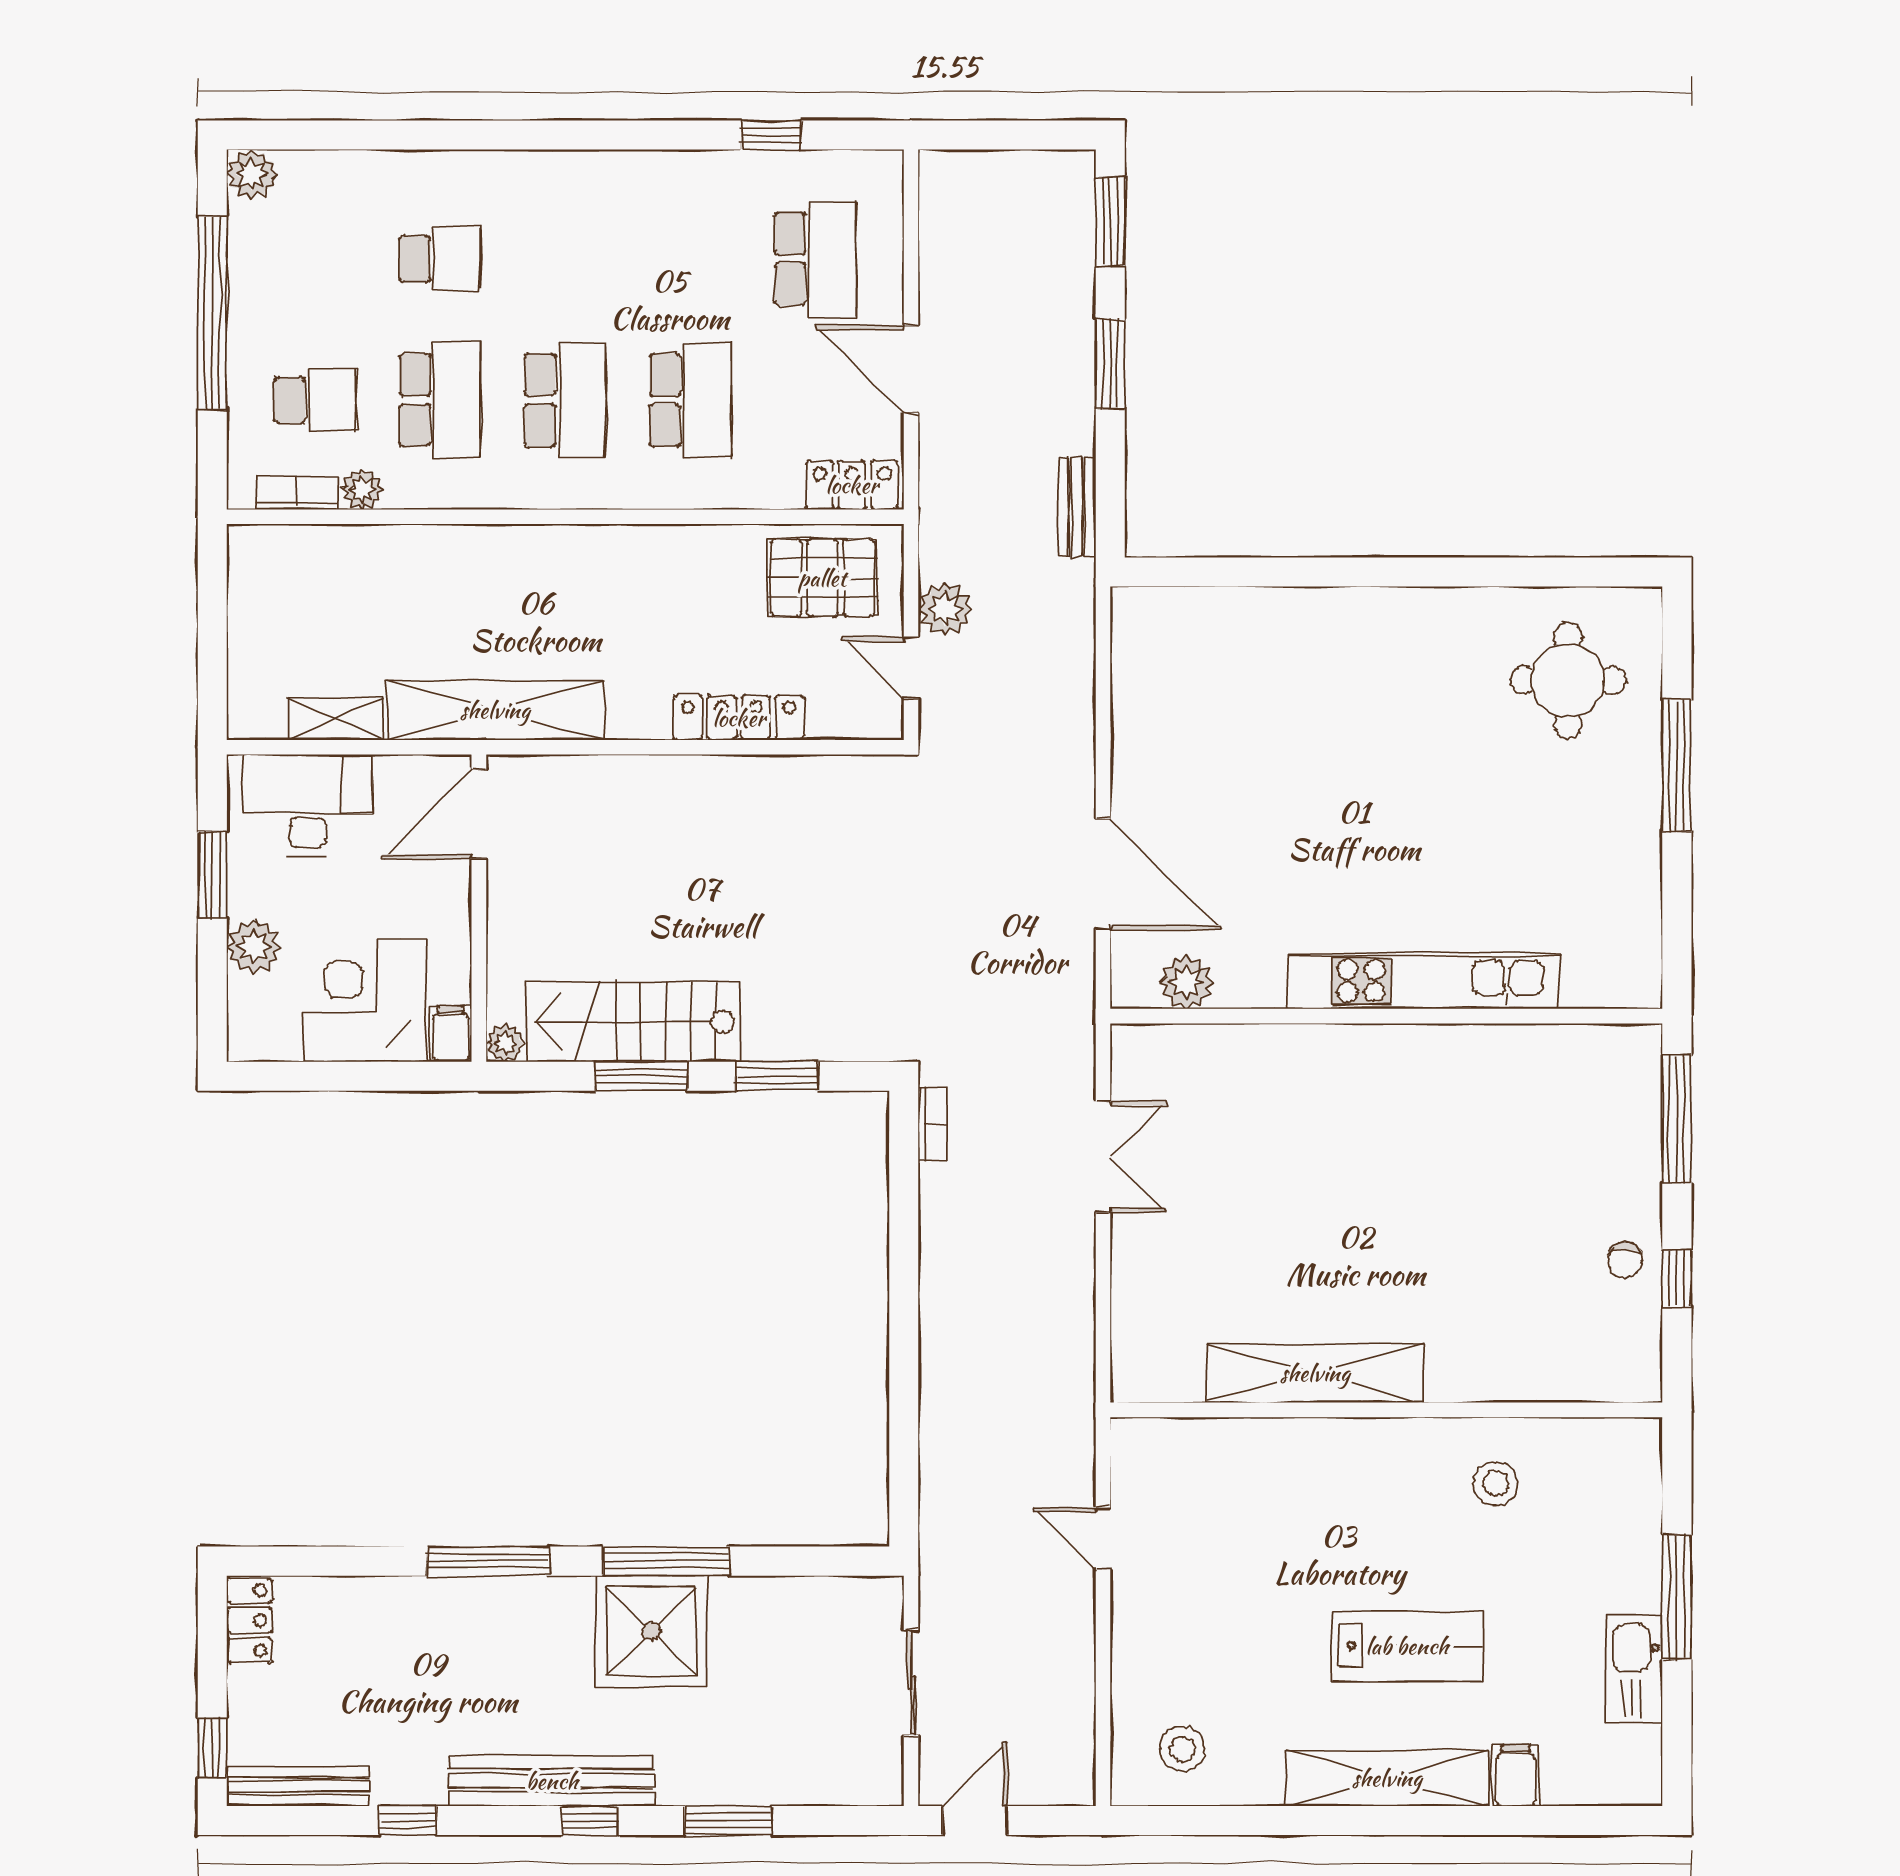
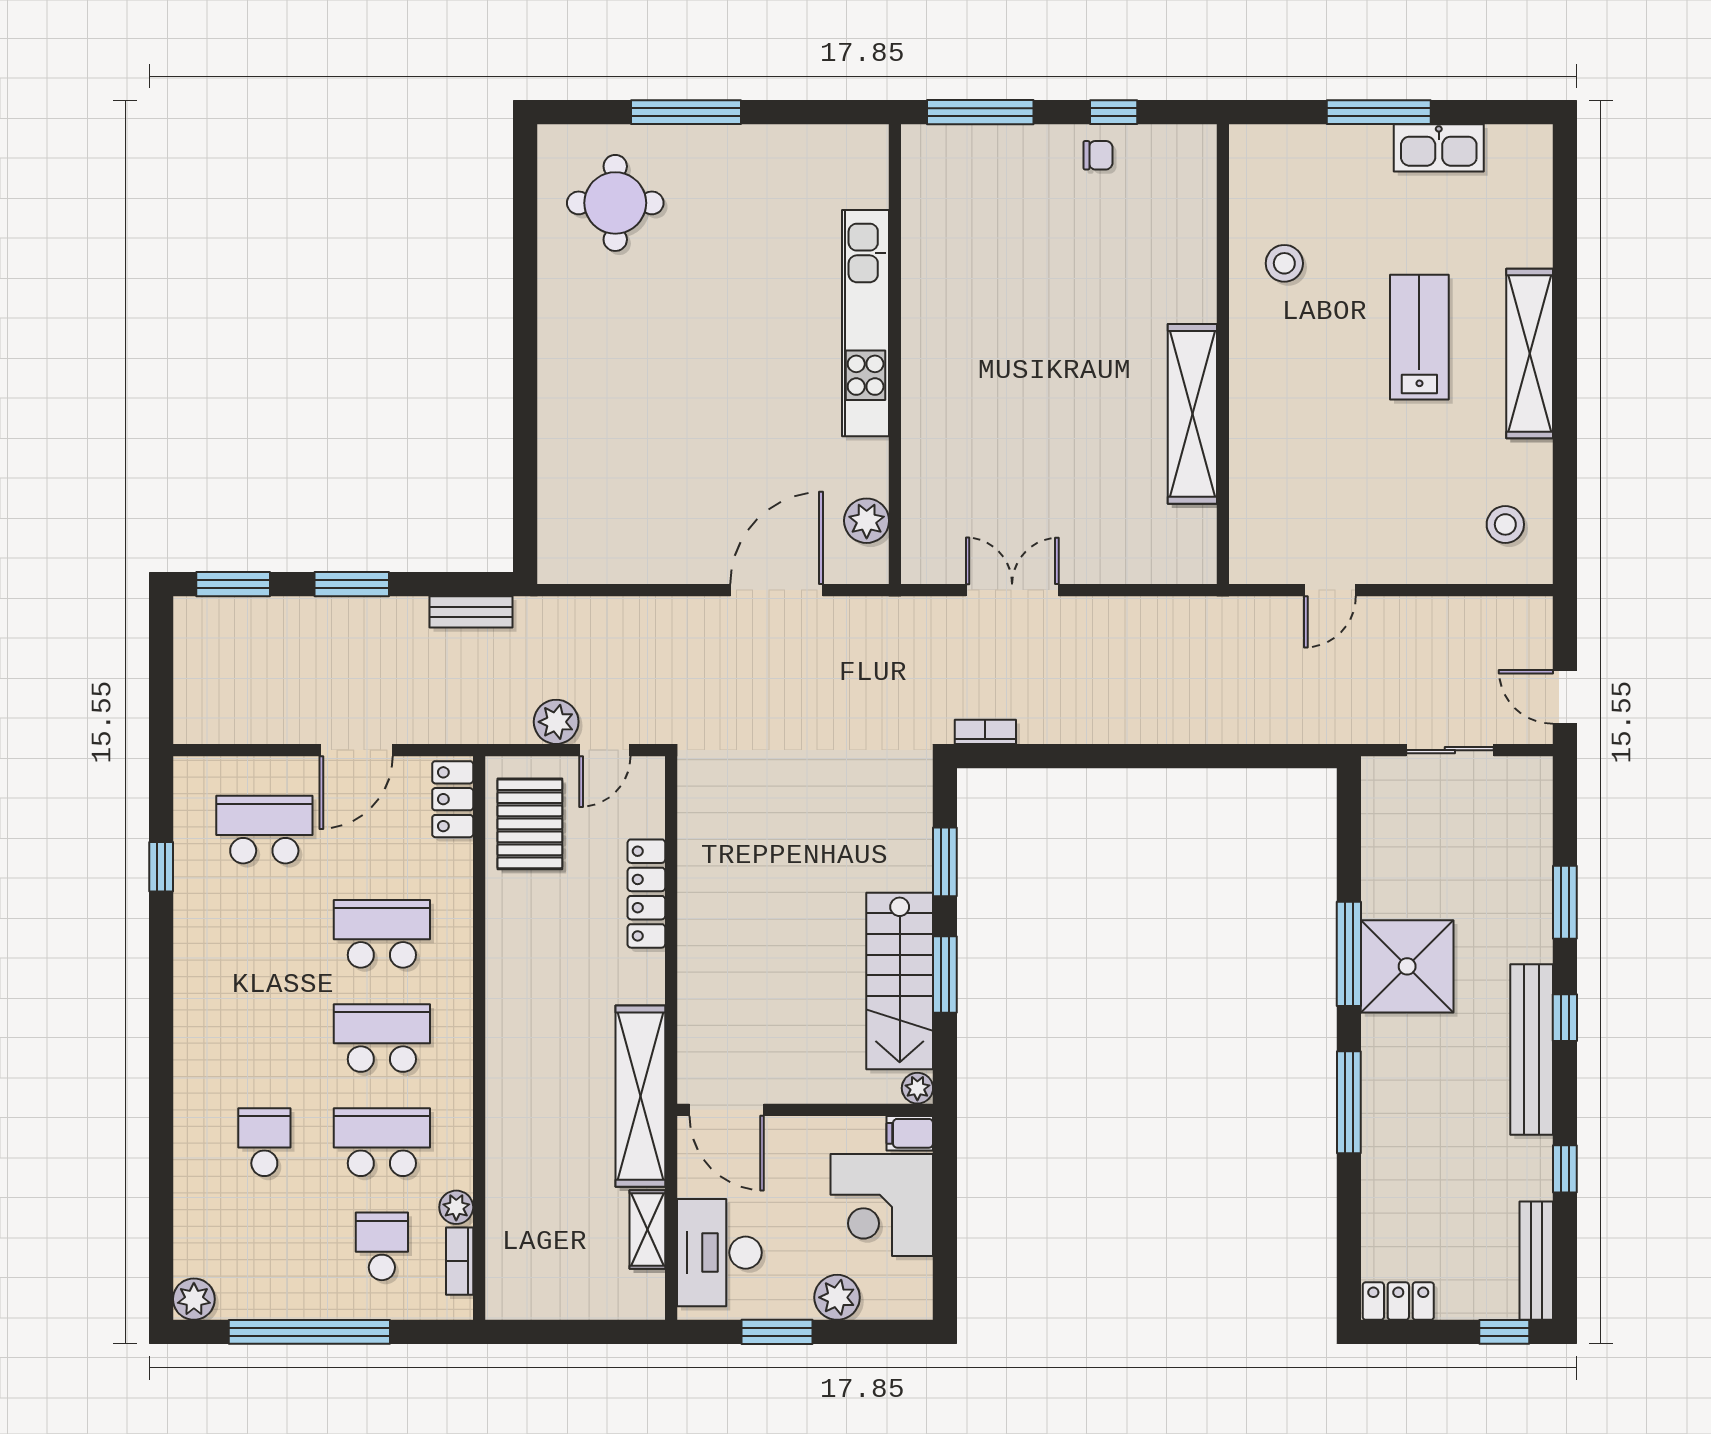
filing cabinet: (1516, 1775) -> (1527, 246), removed

